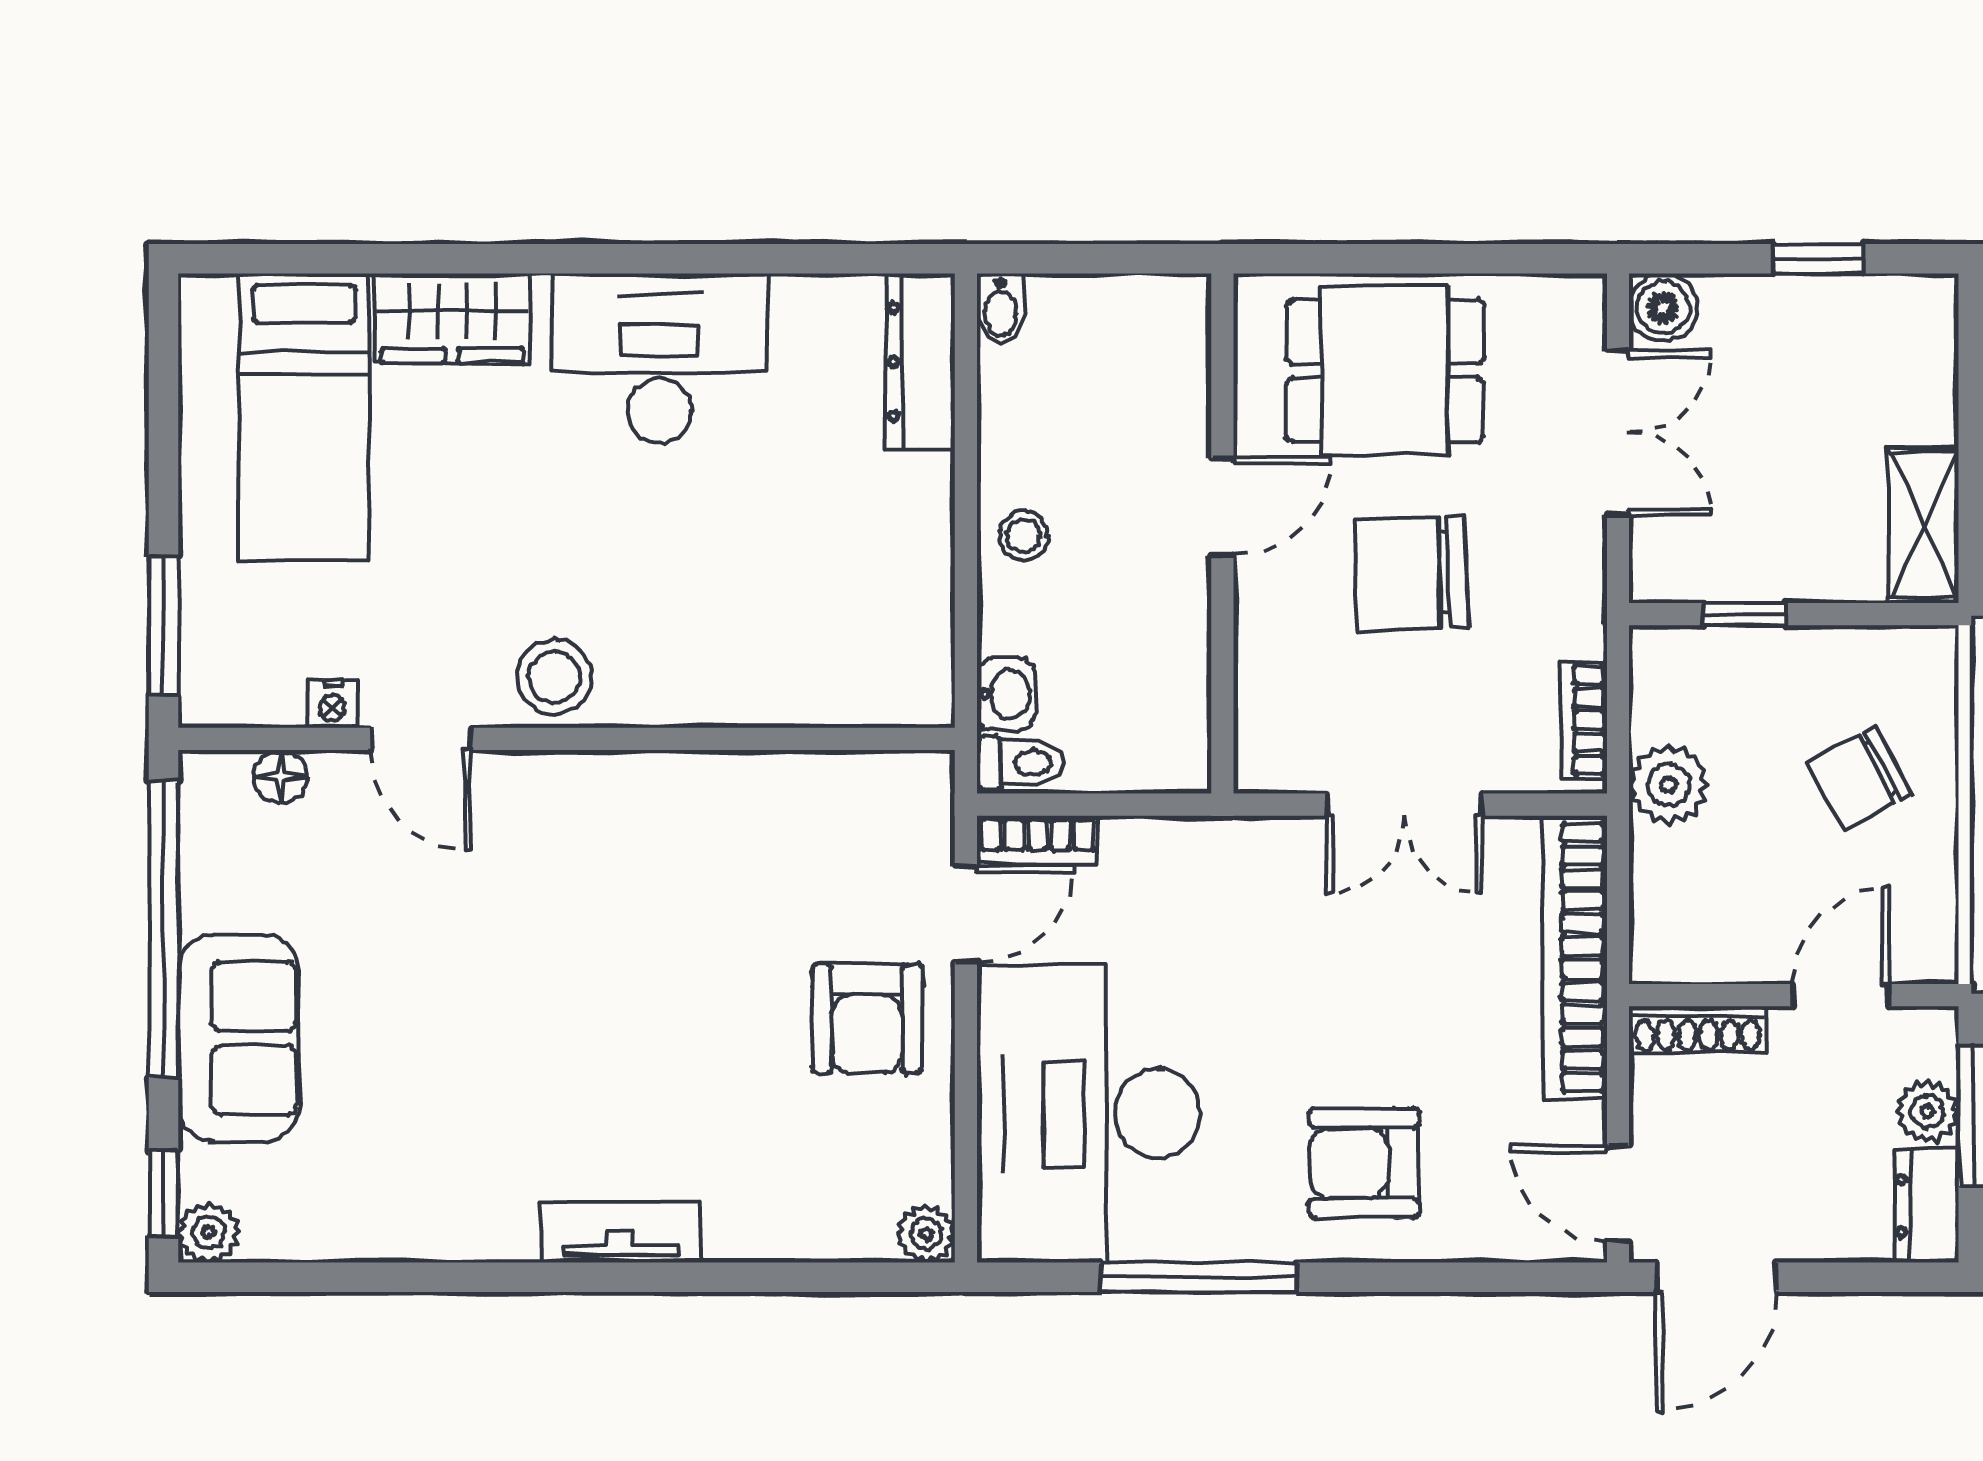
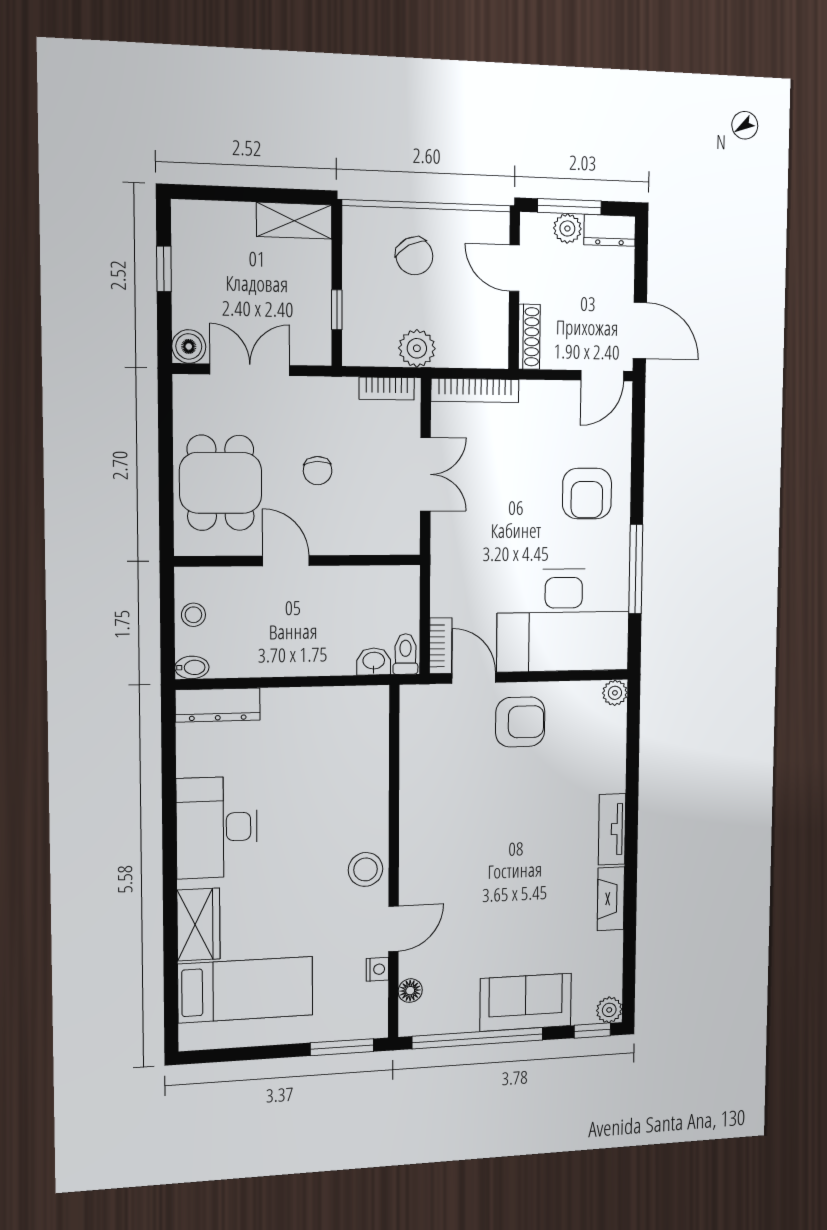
stool: (1024, 536) -> (193, 615), moved
chair: (1411, 574) -> (318, 471), width x0.54, depth x0.54
bookcase: (1575, 957) -> (475, 390), width x0.68, depth x0.76
fireplace: (463, 1232) -> (611, 899), added

